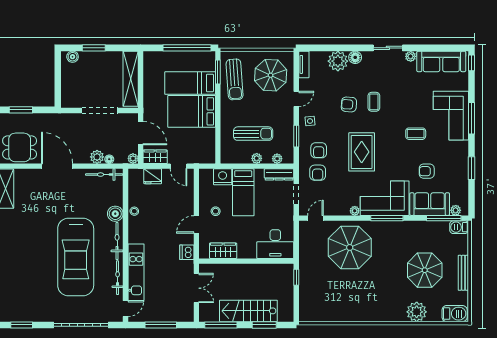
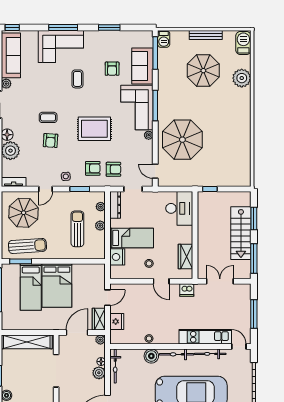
door: (296, 99) -> (46, 189), swing flipped
plant: (456, 210) -> (148, 42), removed

